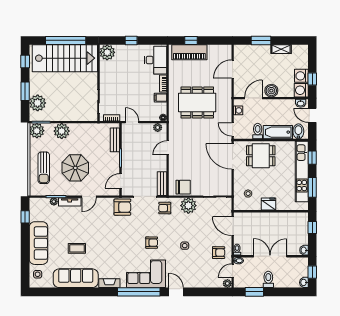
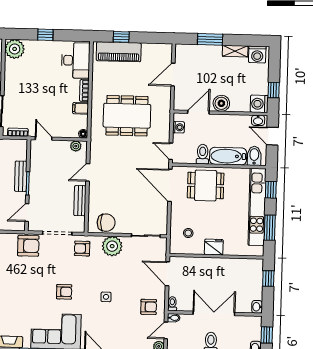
washing machine: (301, 76) -> (257, 54), moved, turned -90
bench: (115, 140) -> (21, 176), moved
bench: (162, 184) -> (80, 201), moved

